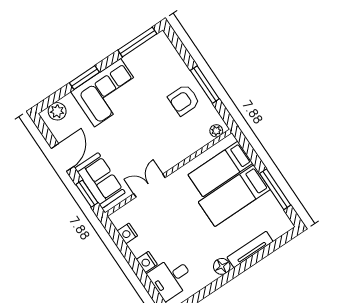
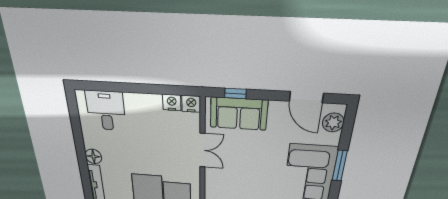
door: (63, 157) -> (306, 97), moved
window: (87, 194) -> (235, 93), width x0.67
nightstand: (147, 262) -> (191, 104), moved

